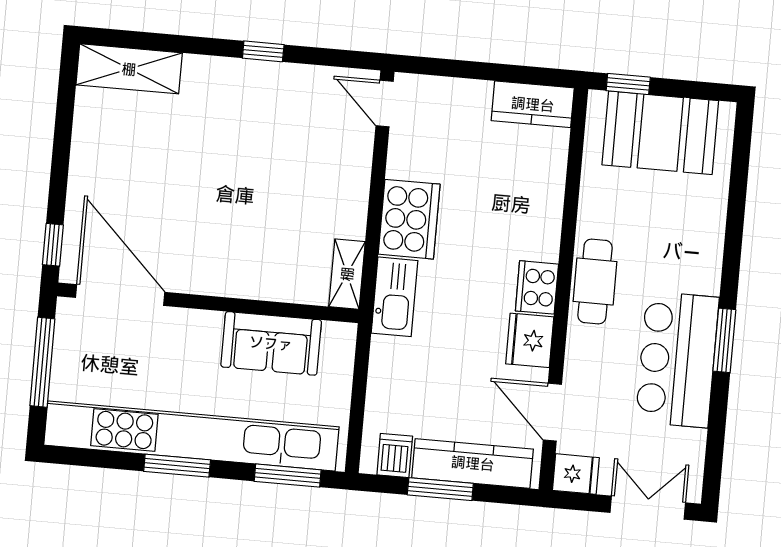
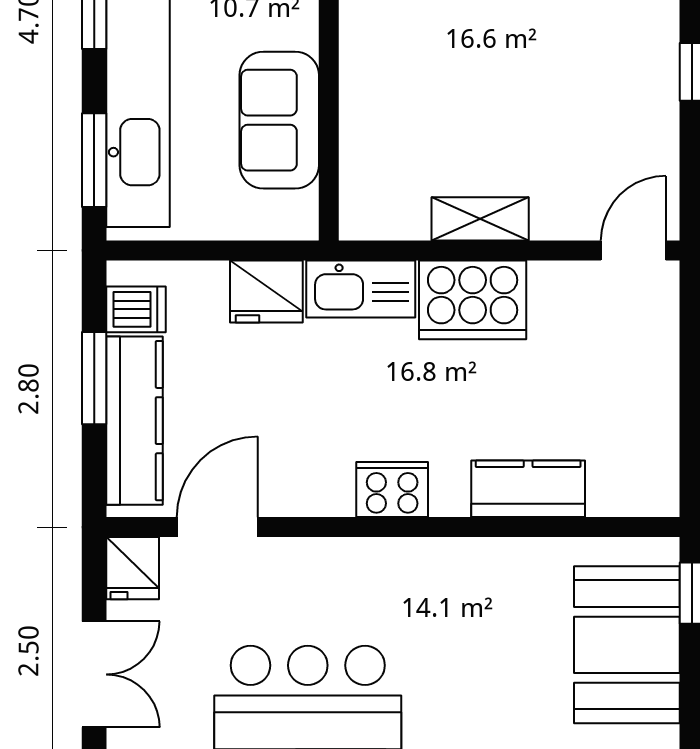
kitchen counter: (533, 104) -> (528, 489), moved, turned 90
shelving: (347, 274) -> (480, 219), moved
cafe table: (595, 282) -> (408, 571), removed
fridge: (530, 340) -> (266, 292), moved, turned 180

